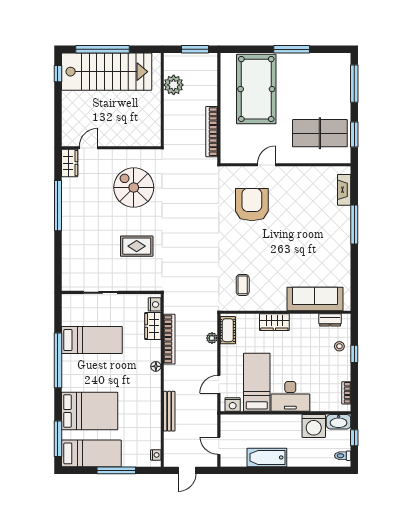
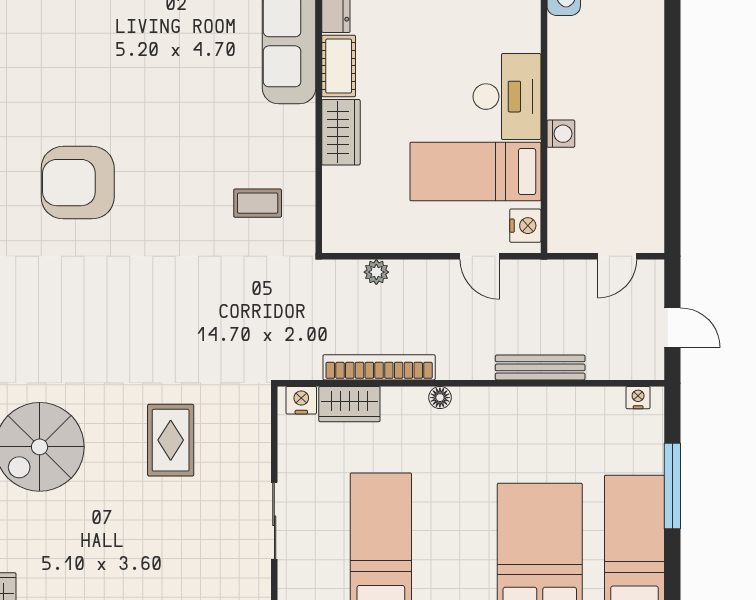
cot: (228, 330) -> (339, 66), moved, turned 90
washing machine: (314, 426) -> (561, 134), moved, width x0.53, depth x0.53
bathtub: (267, 457) -> (644, 149), removed

